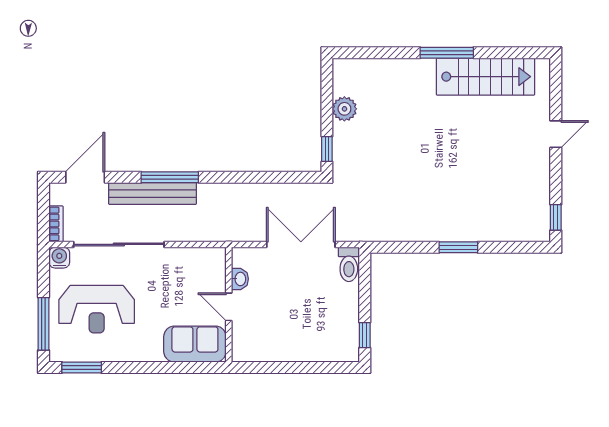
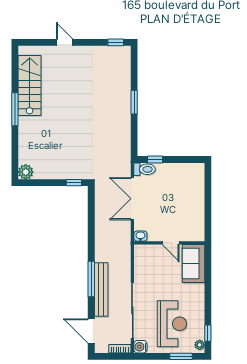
plant: (344, 109) -> (26, 172), moved
washbasin: (240, 279) -> (140, 236), moved
door: (229, 307) -> (171, 243), hinge flipped
window: (43, 324) -> (181, 356), width x0.69
window: (365, 335) -> (155, 160), moved
plant: (62, 354) -> (200, 345), added
window: (82, 368) -> (208, 333), width x0.67

